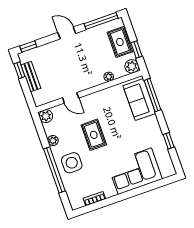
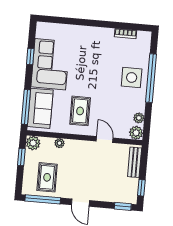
rug: (120, 42) -> (47, 177), moved
bench: (31, 77) -> (135, 162), moved
rug: (94, 135) -> (80, 111), moved
plant: (53, 141) -> (139, 118), moved
corner sofa: (135, 171) -> (50, 64), moved, turned -90

